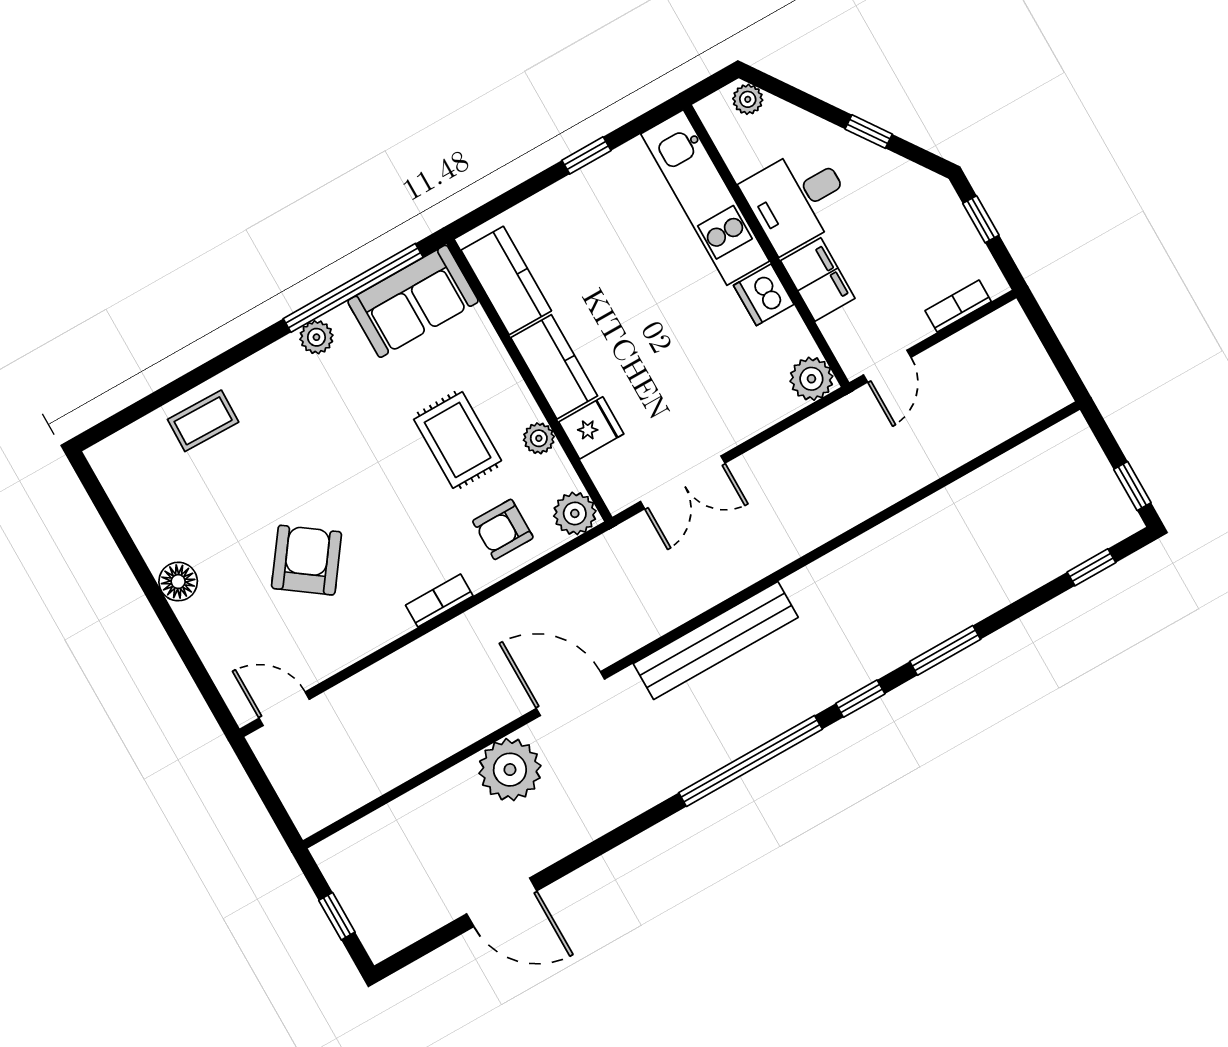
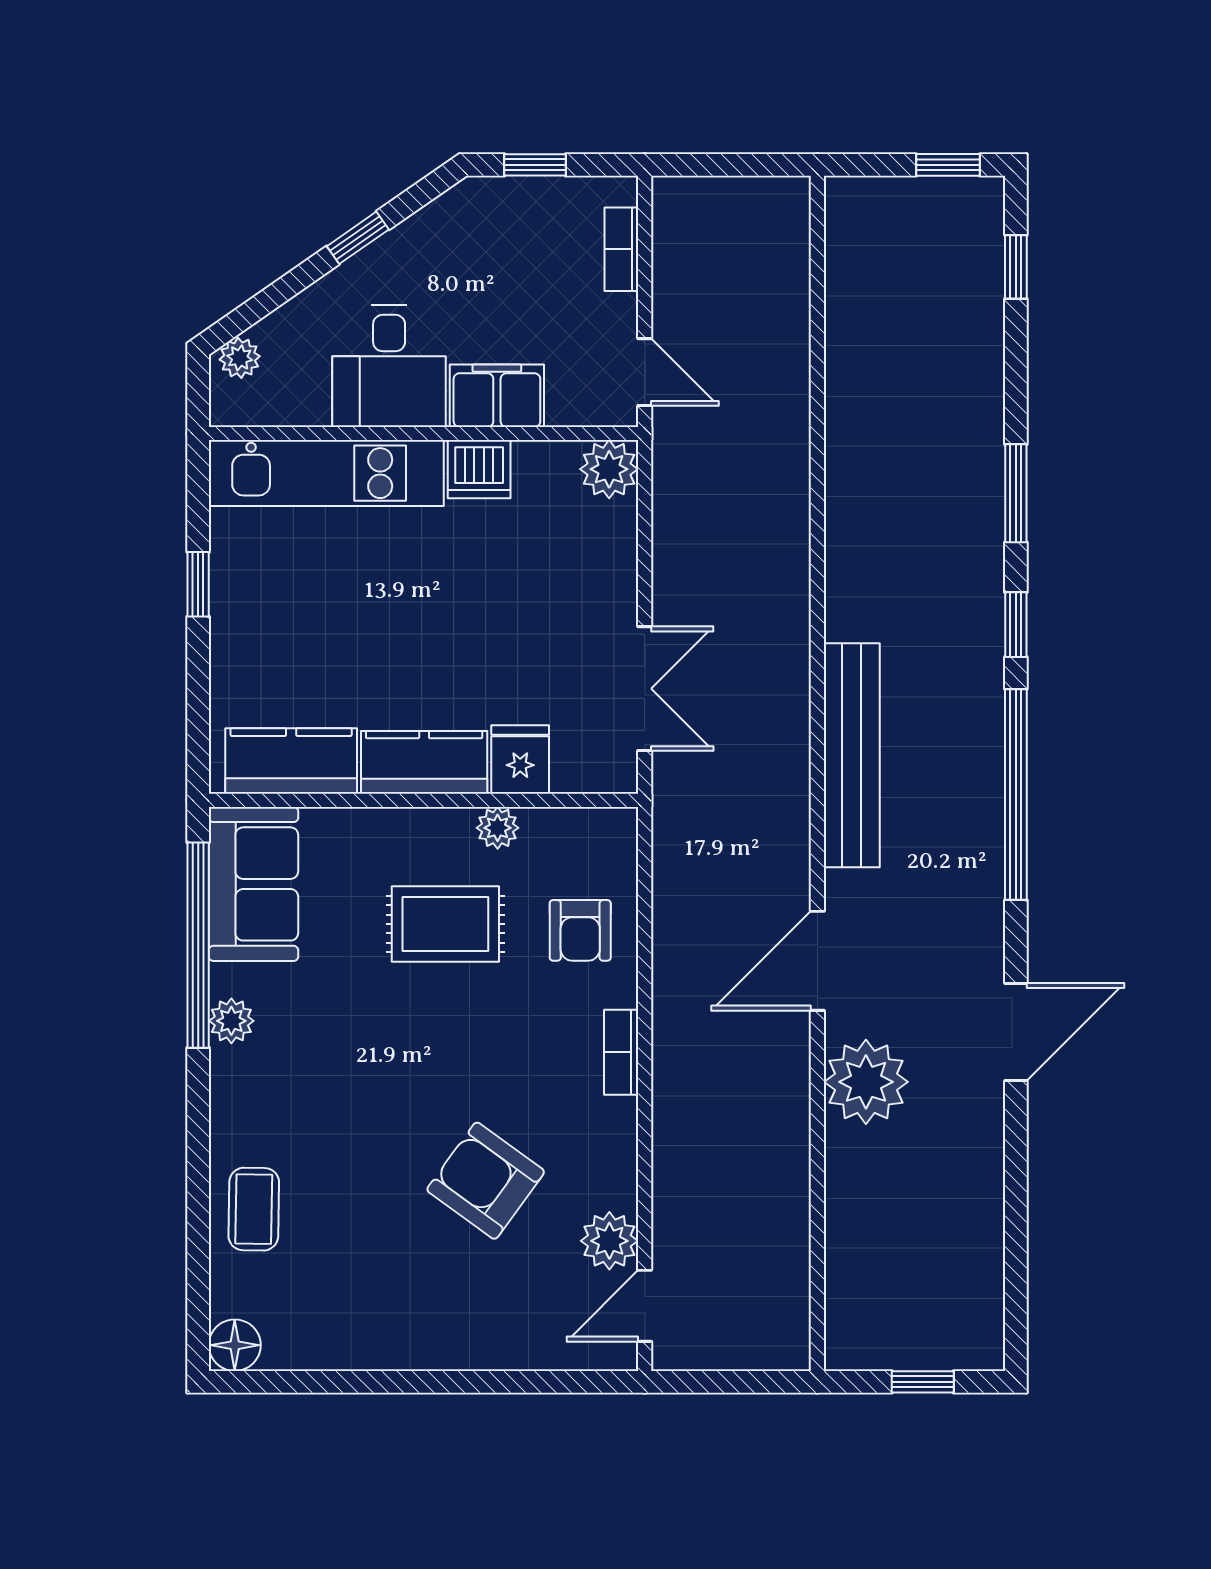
plant: (575, 513) -> (609, 1241), moved
floor lamp: (178, 582) -> (235, 1345), moved
door: (502, 902) -> (1016, 1032), moved

